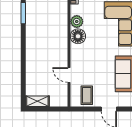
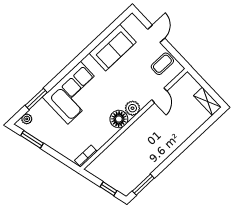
plant: (77, 21) -> (133, 108), moved

